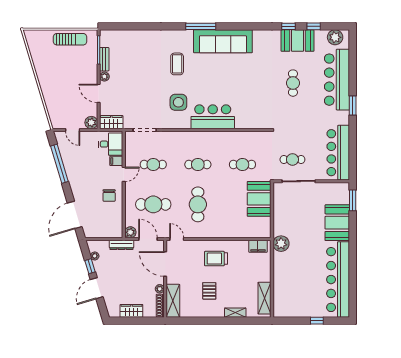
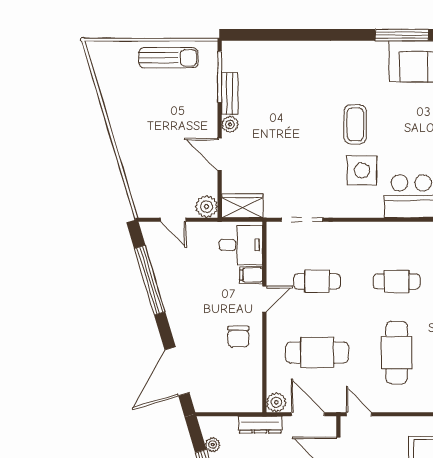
coffee table: (177, 64) -> (355, 124), moved

